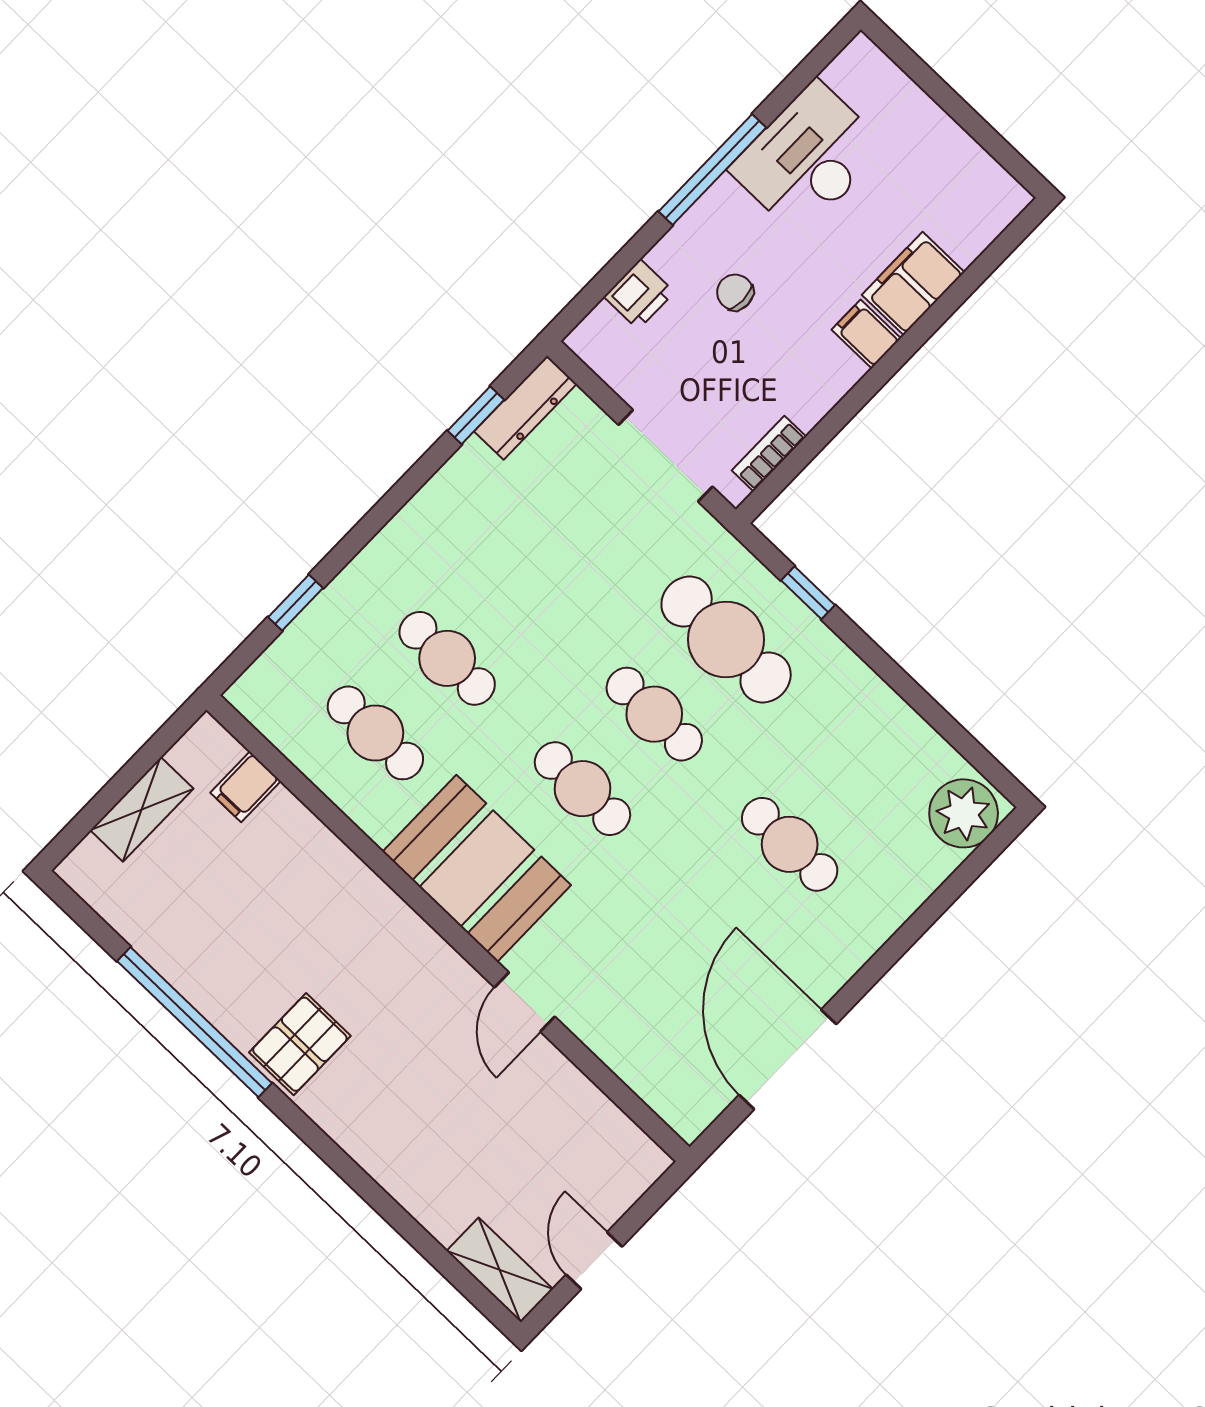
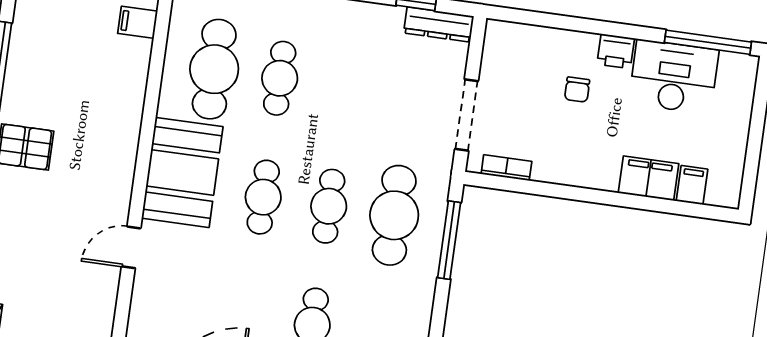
window: (712, 169) -> (708, 42), moved
chair: (735, 292) -> (577, 90), turned 180
printer: (639, 294) -> (616, 51), moved
filing cabinet: (866, 334) -> (692, 185), moved
window: (808, 593) -> (449, 240), width x2.17
cafe table: (375, 733) -> (214, 69), width x1.37, depth x1.35

